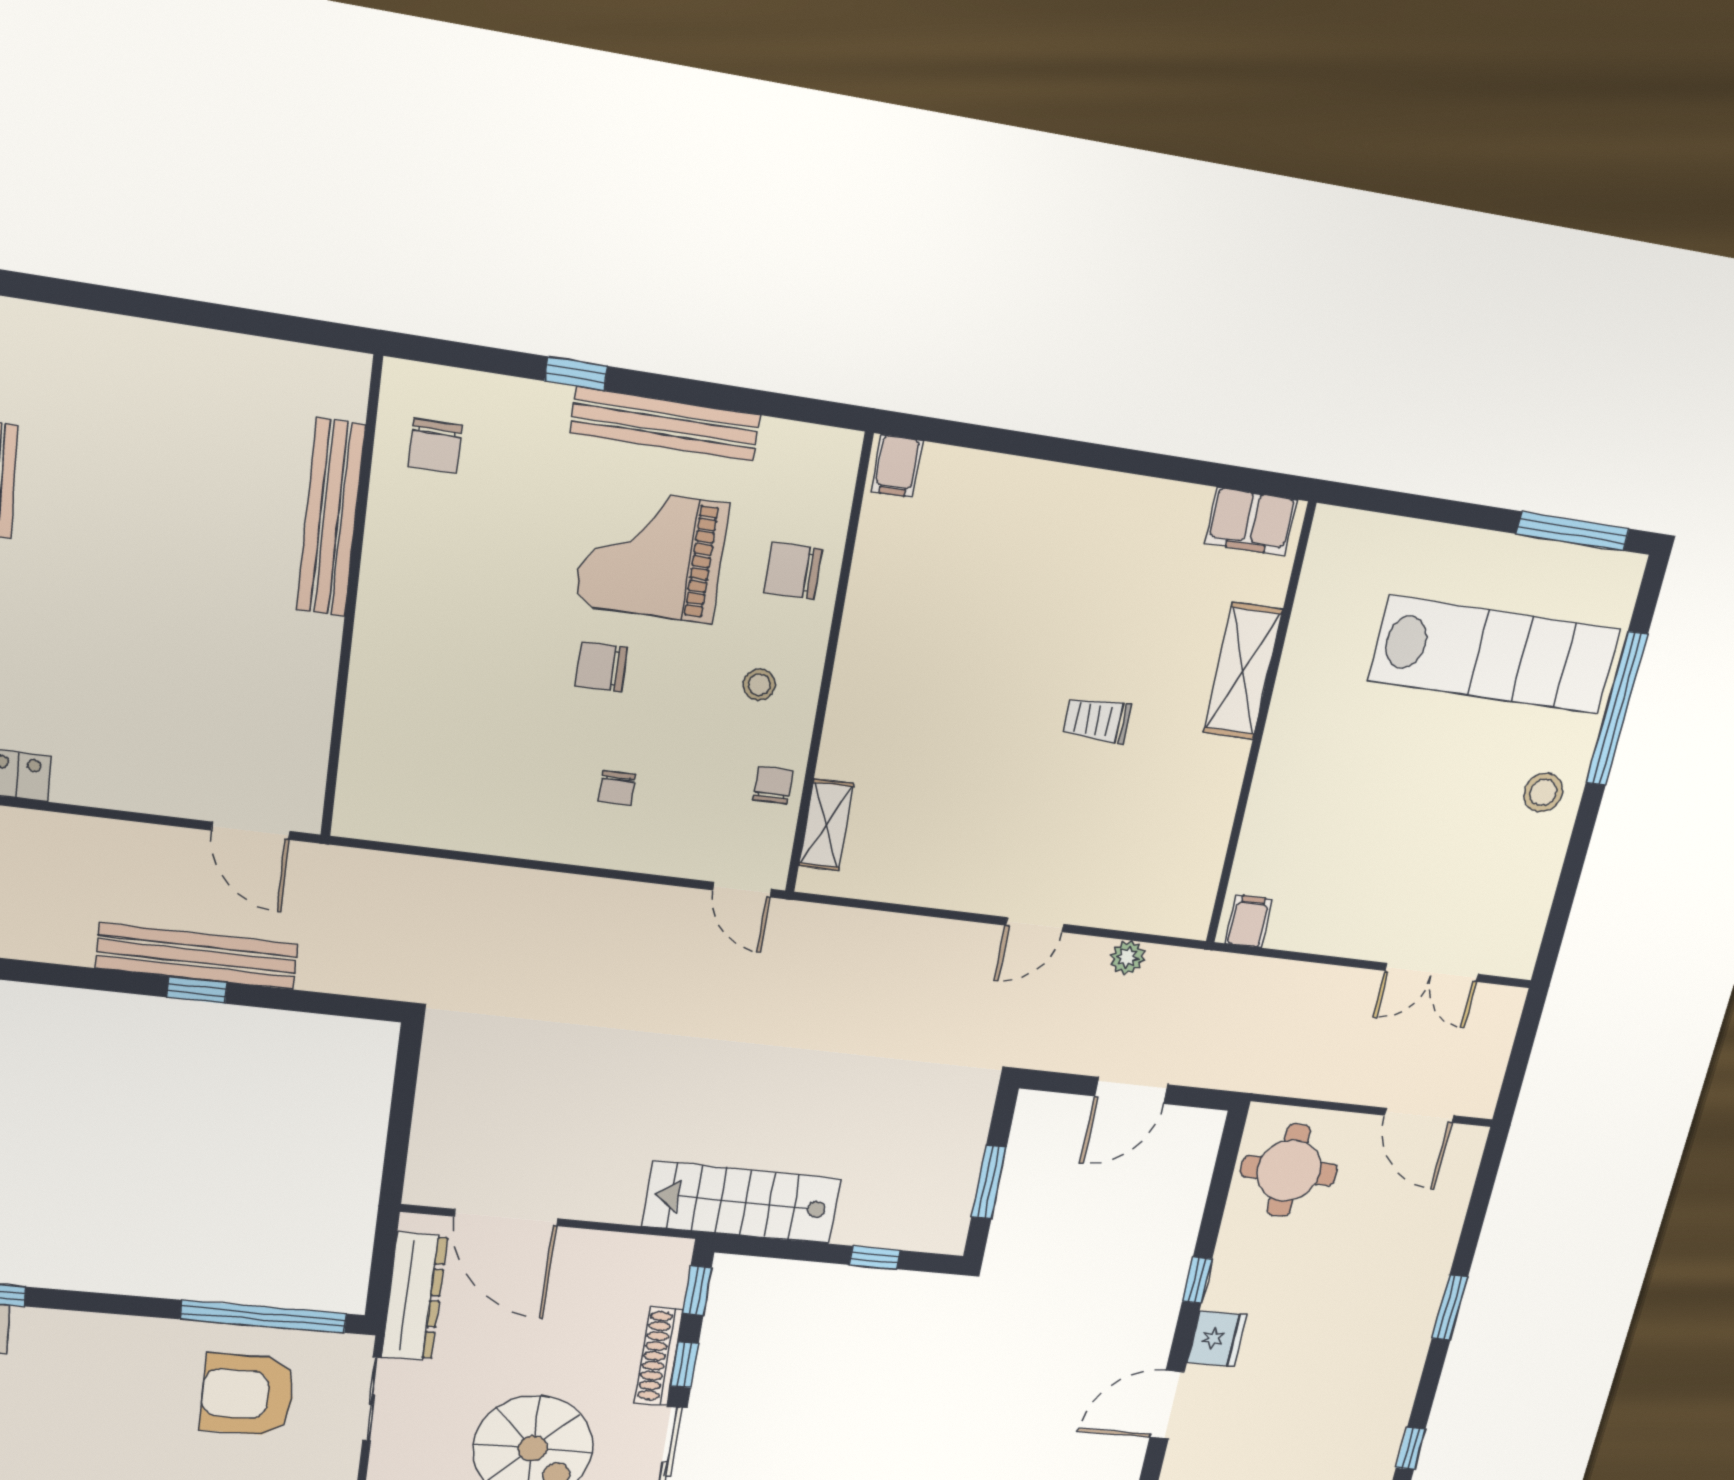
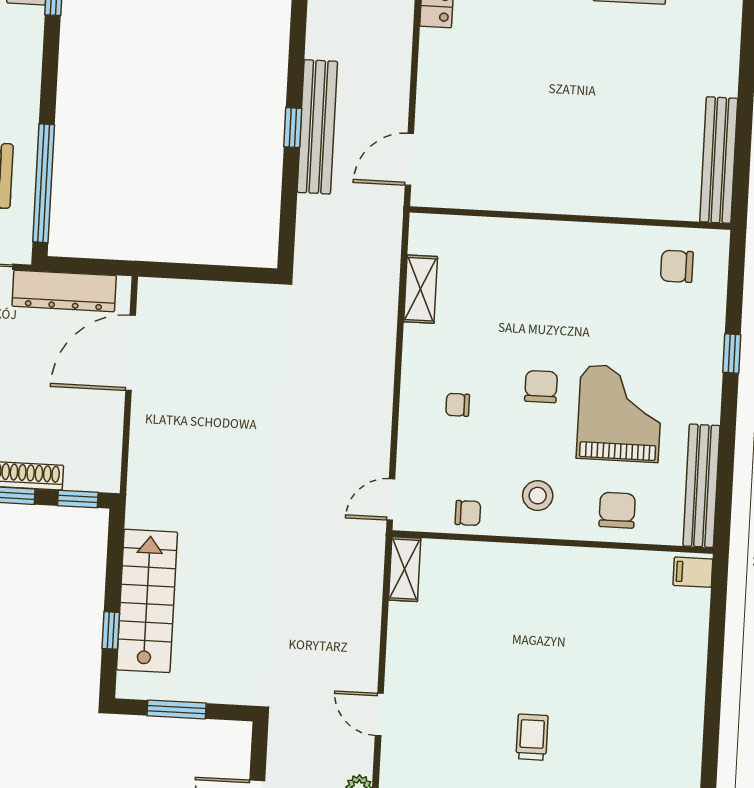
bench: (665, 424) -> (701, 486), moved
bench: (331, 518) -> (719, 160), moved, turned 90
stool: (759, 685) -> (538, 496), width x1.37, depth x1.37
shelving: (826, 825) -> (405, 569), moved, turned 90
shelving: (444, 828) -> (421, 289), added
stairs: (742, 1202) -> (147, 601), moved

